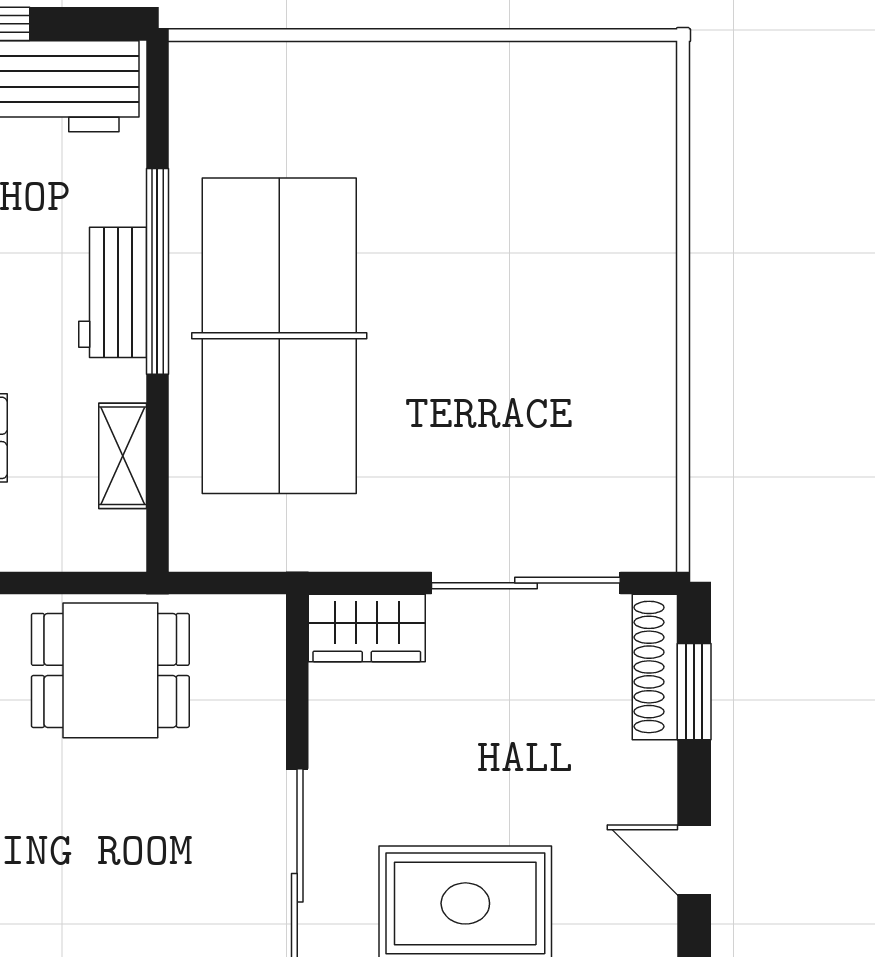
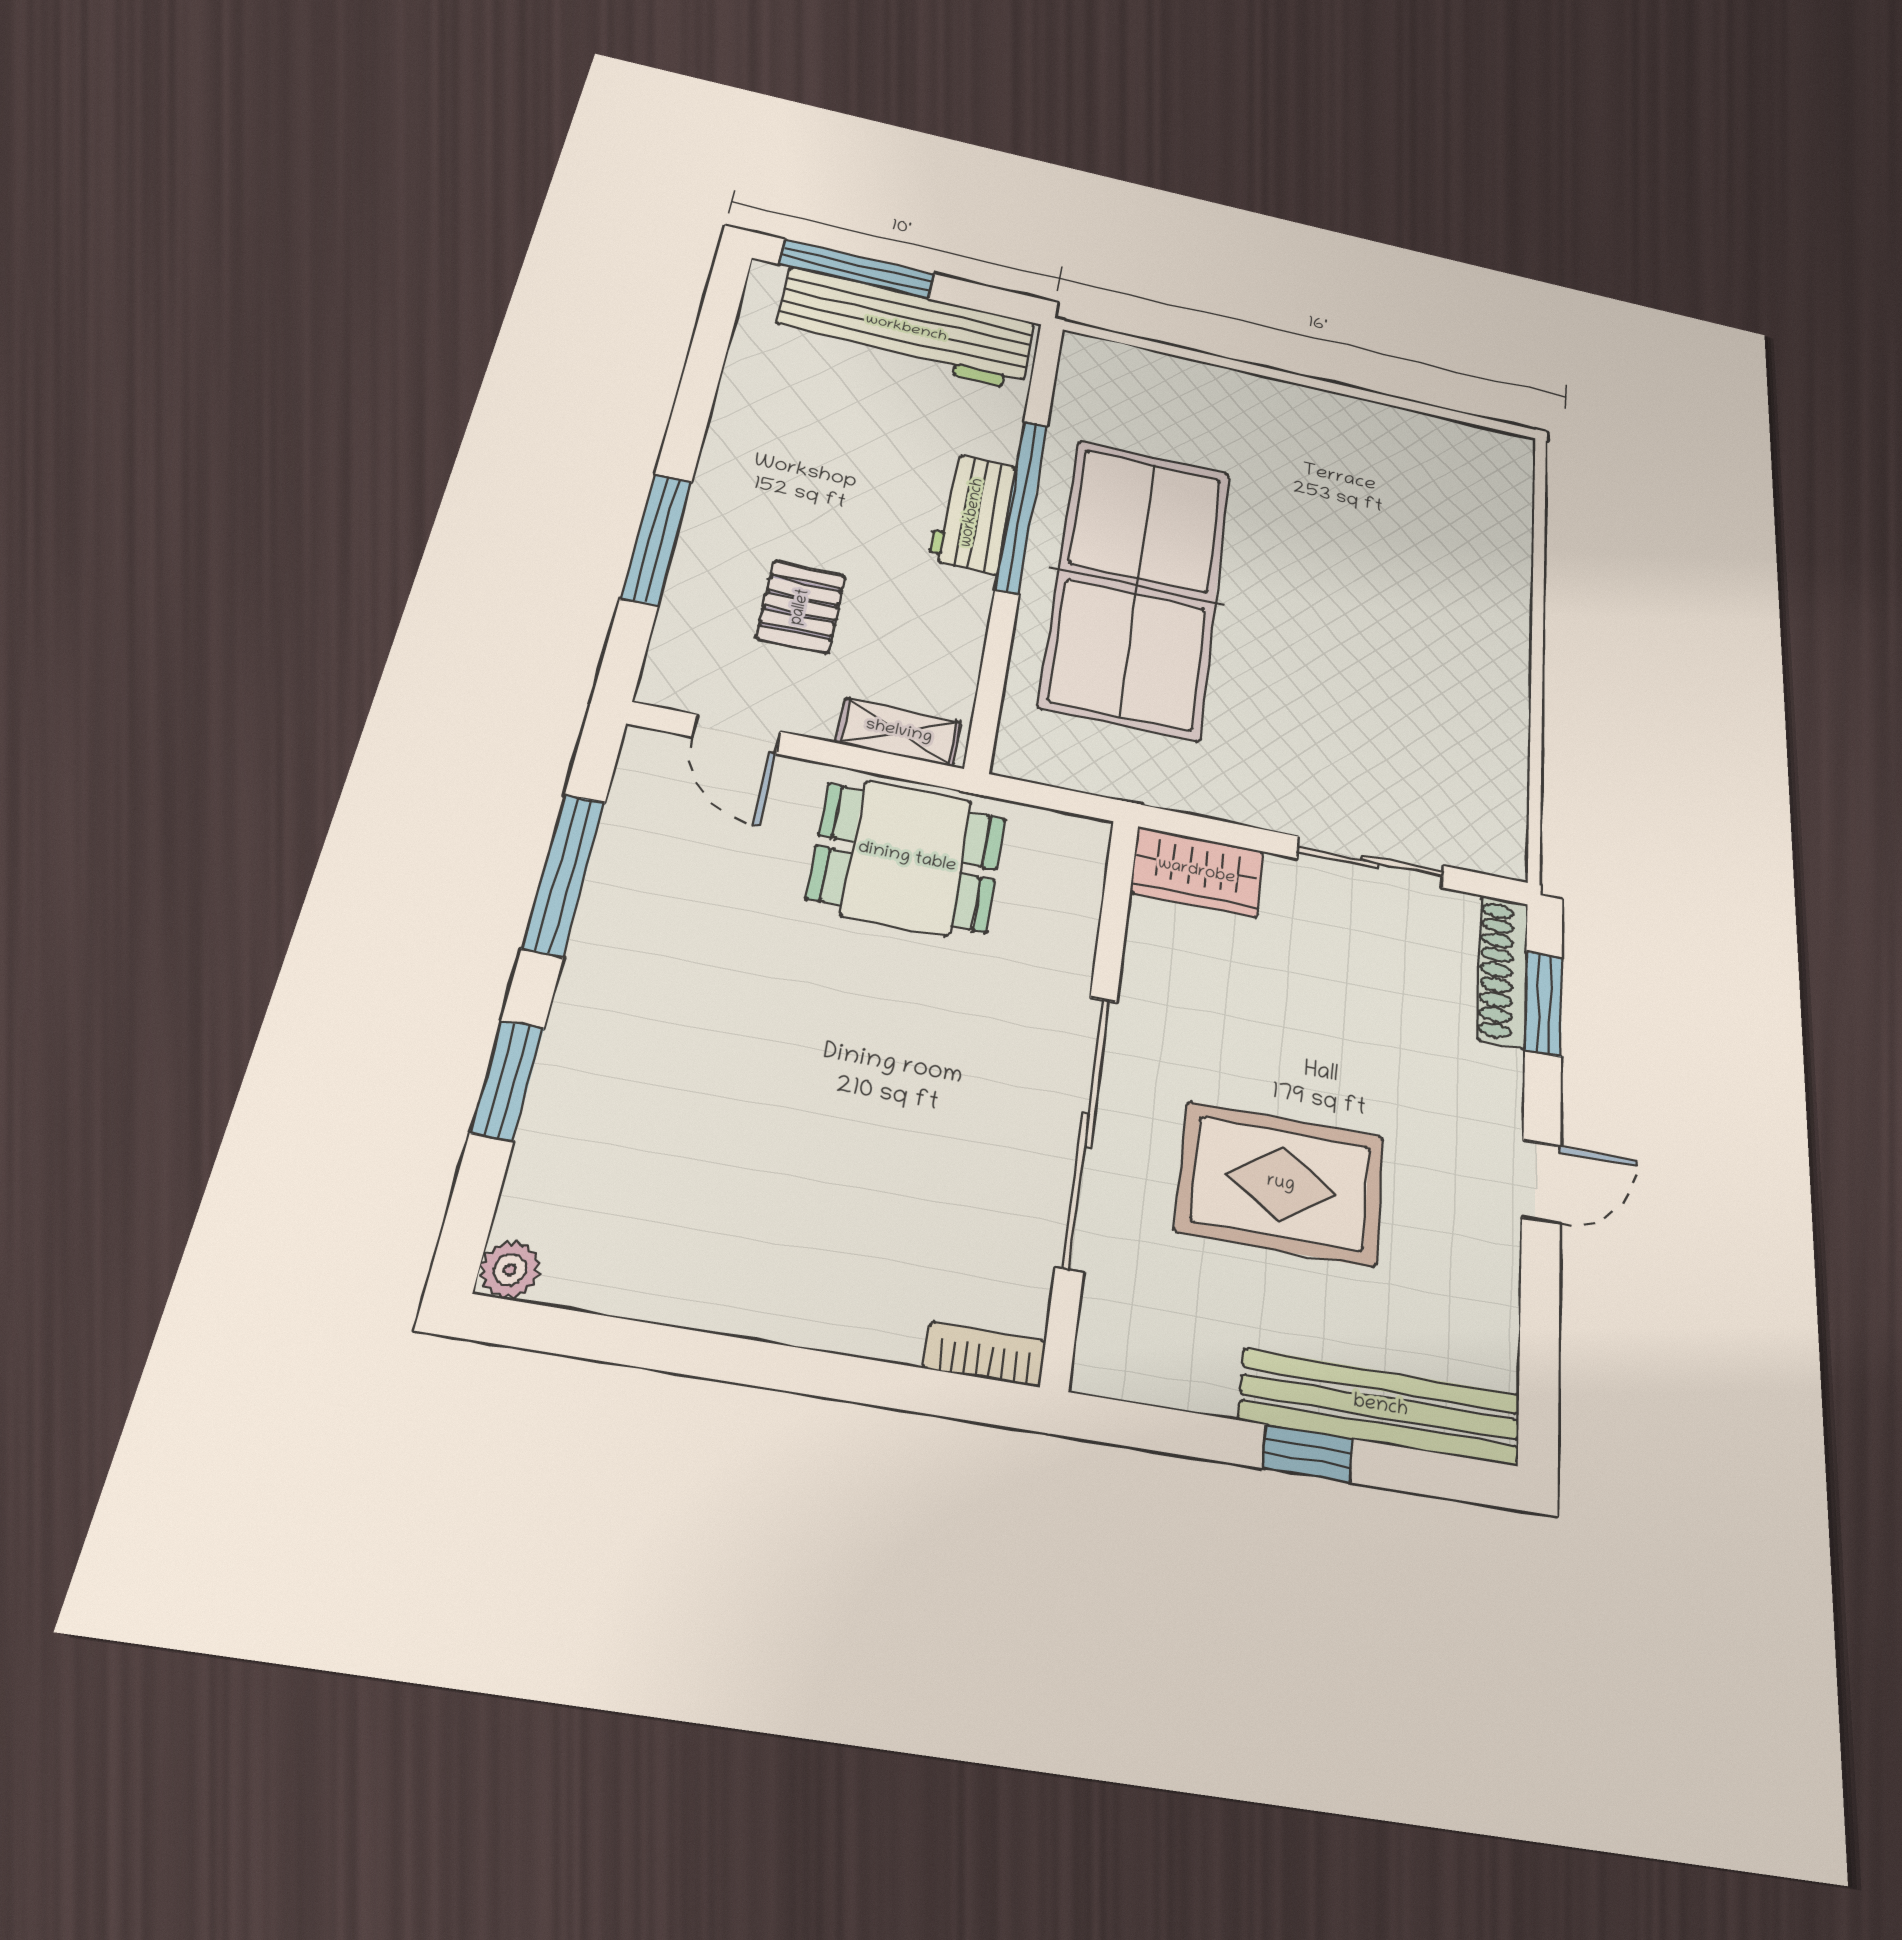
shelving: (123, 456) -> (899, 732), moved, turned 90
sliding door: (526, 583) -> (1371, 862), width x0.73
door: (694, 860) -> (1541, 1182), swing flipped

